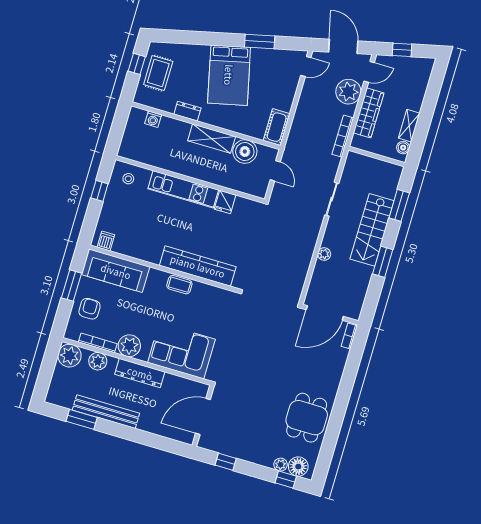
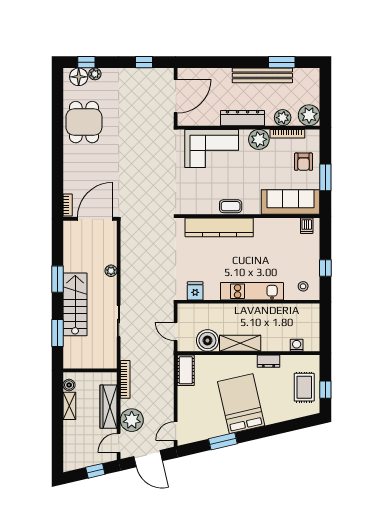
fridge: (225, 202) -> (195, 291), moved

